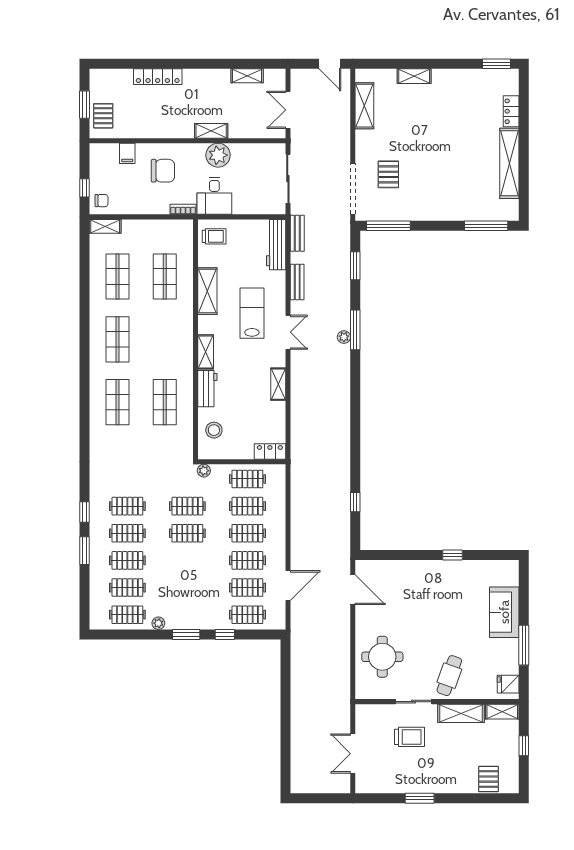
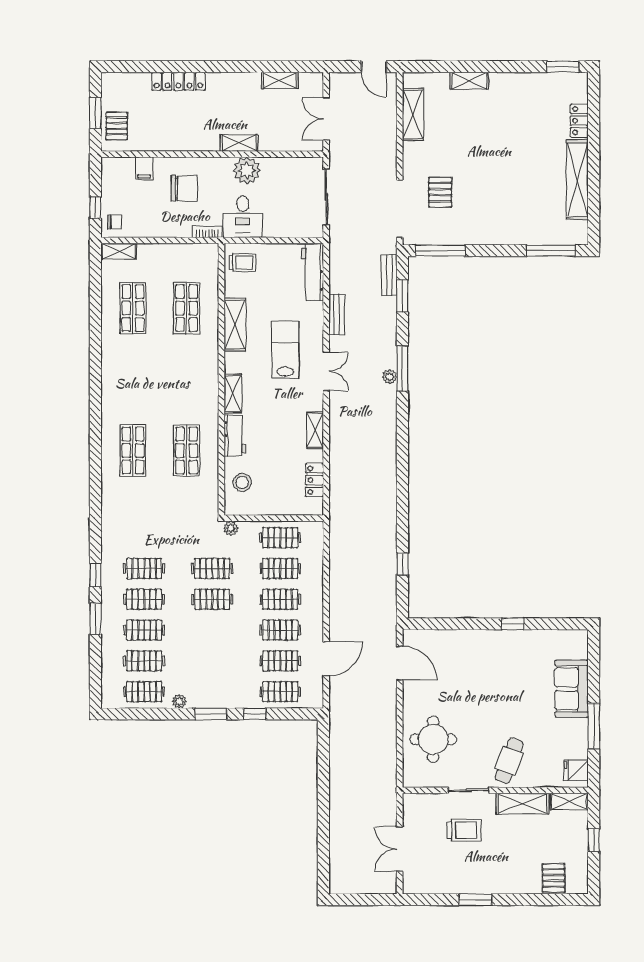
bench: (297, 233) -> (389, 275), moved
shop shelf: (118, 339) -> (133, 379), removed
locker: (270, 451) -> (314, 480), moved, turned -90

